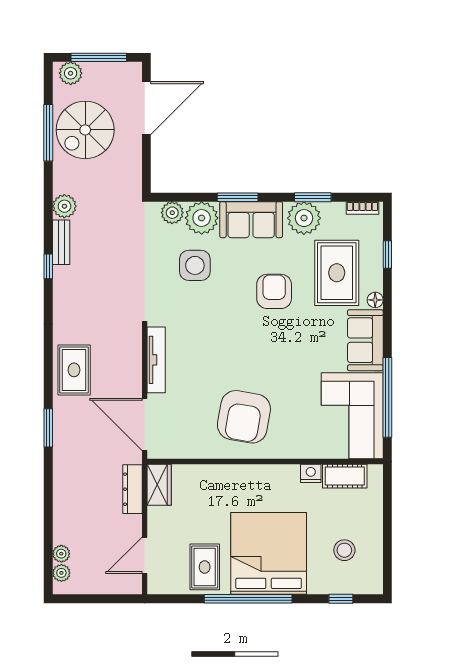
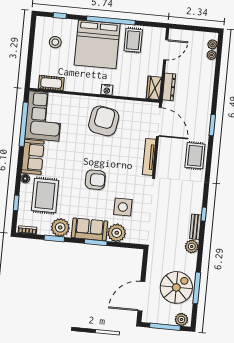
plant: (172, 213) -> (133, 237), removed
armchair: (274, 291) -> (95, 180), moved, turned -90
nightstand: (311, 473) -> (107, 90), moved

